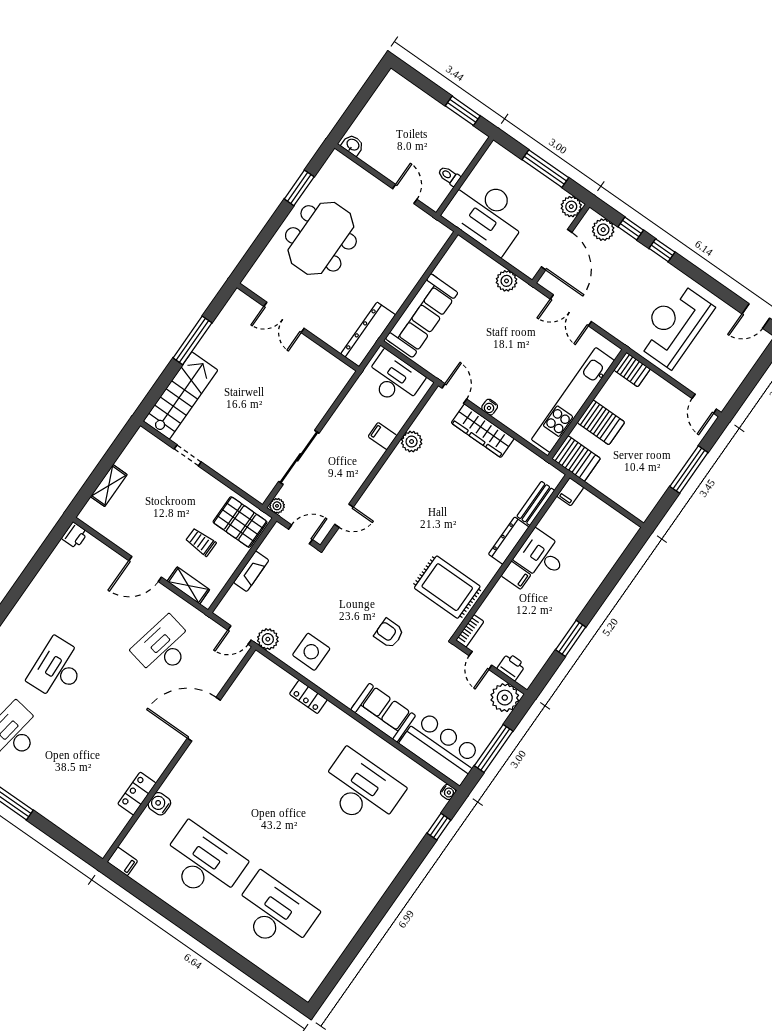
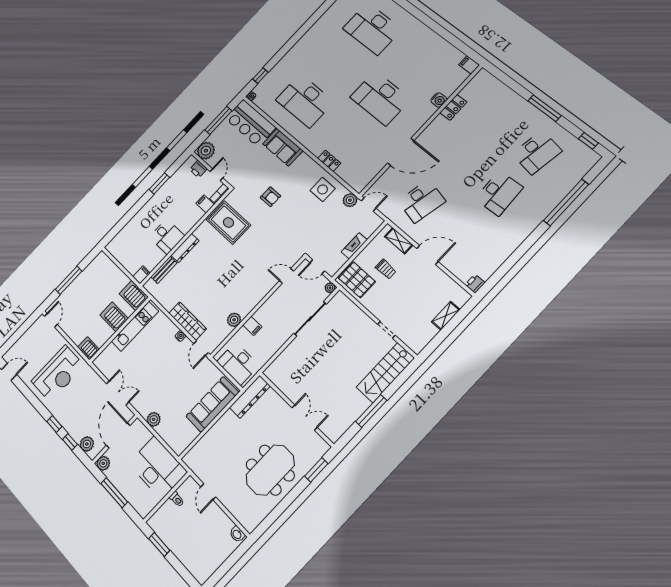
window: (299, 188) -> (316, 470), moved
kitchen unit: (573, 400) -> (135, 326), width x0.73
filing cabinet: (516, 575) -> (205, 204), moved
desk: (203, 863) -> (380, 98), moved

